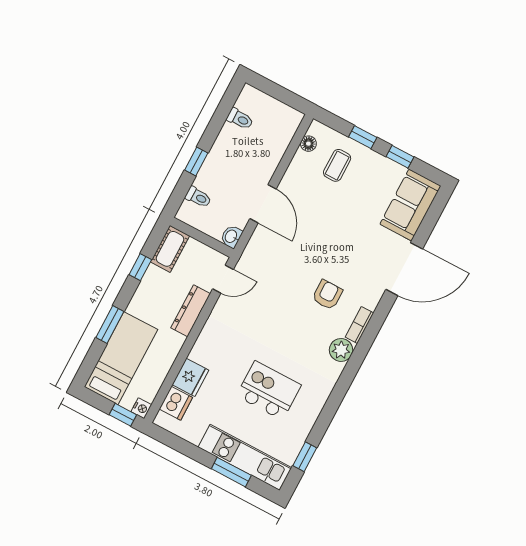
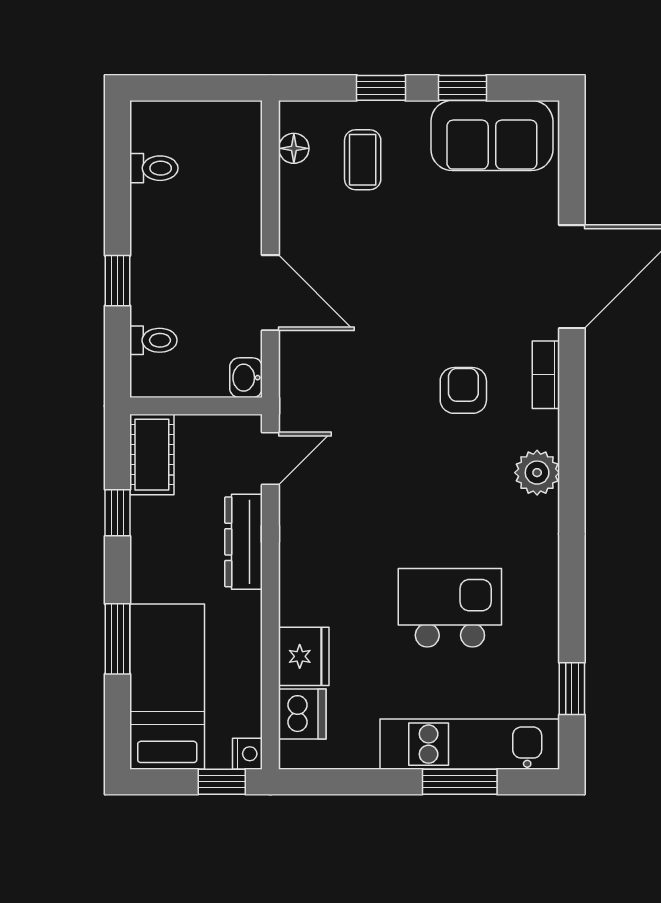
sofa: (410, 205) -> (492, 135), moved, turned -90
bookcase: (359, 325) -> (546, 375), moved

